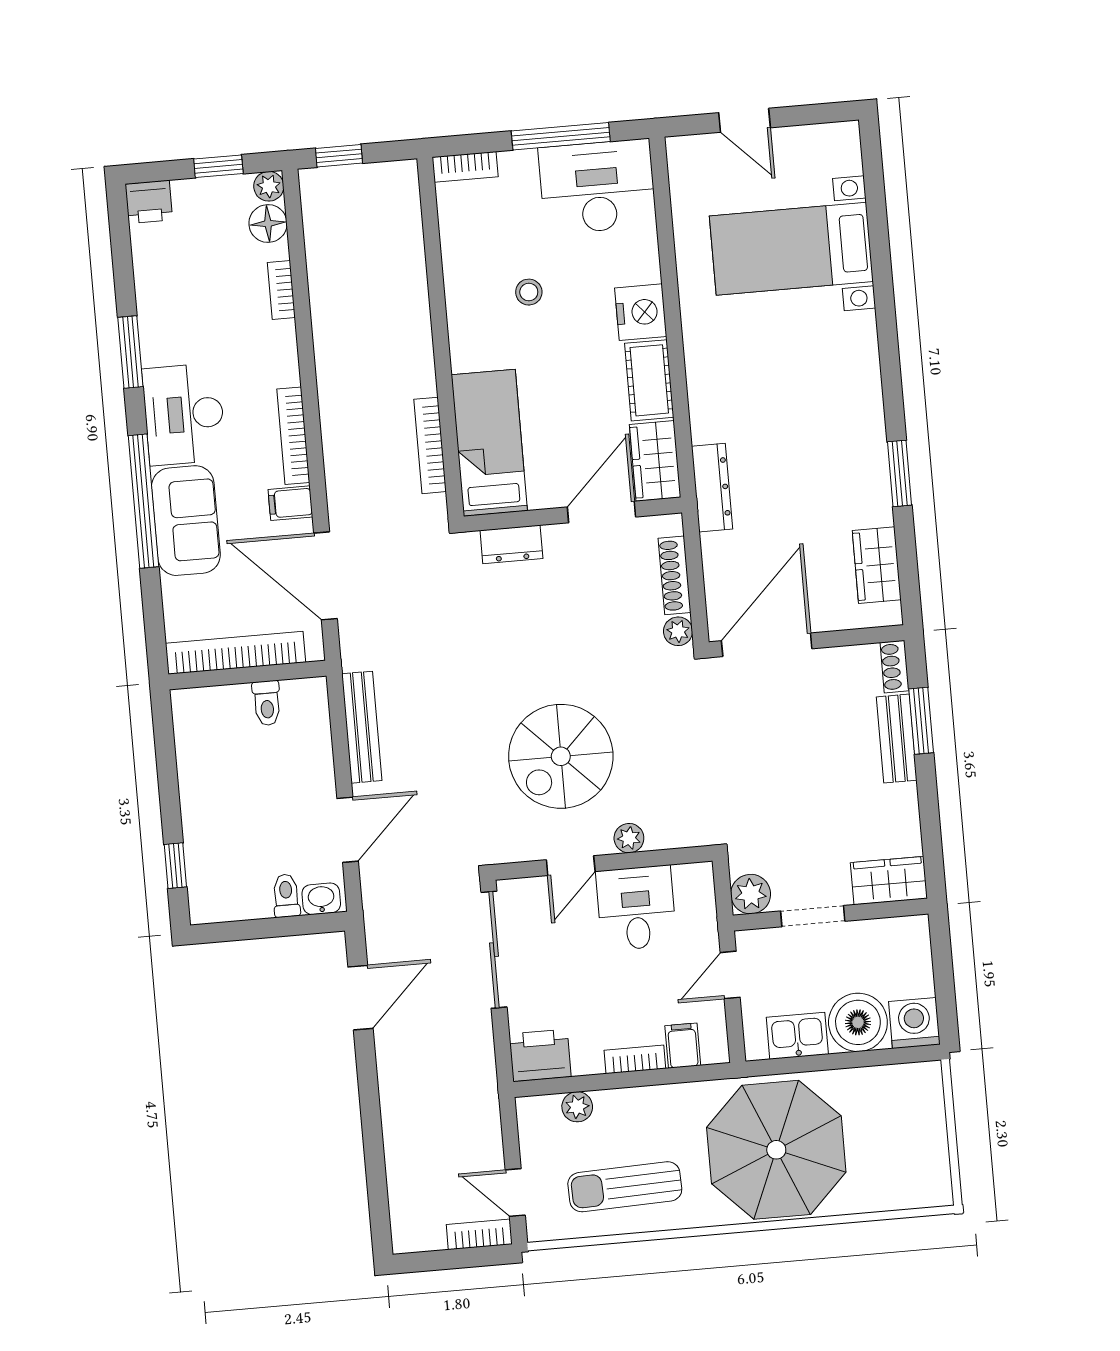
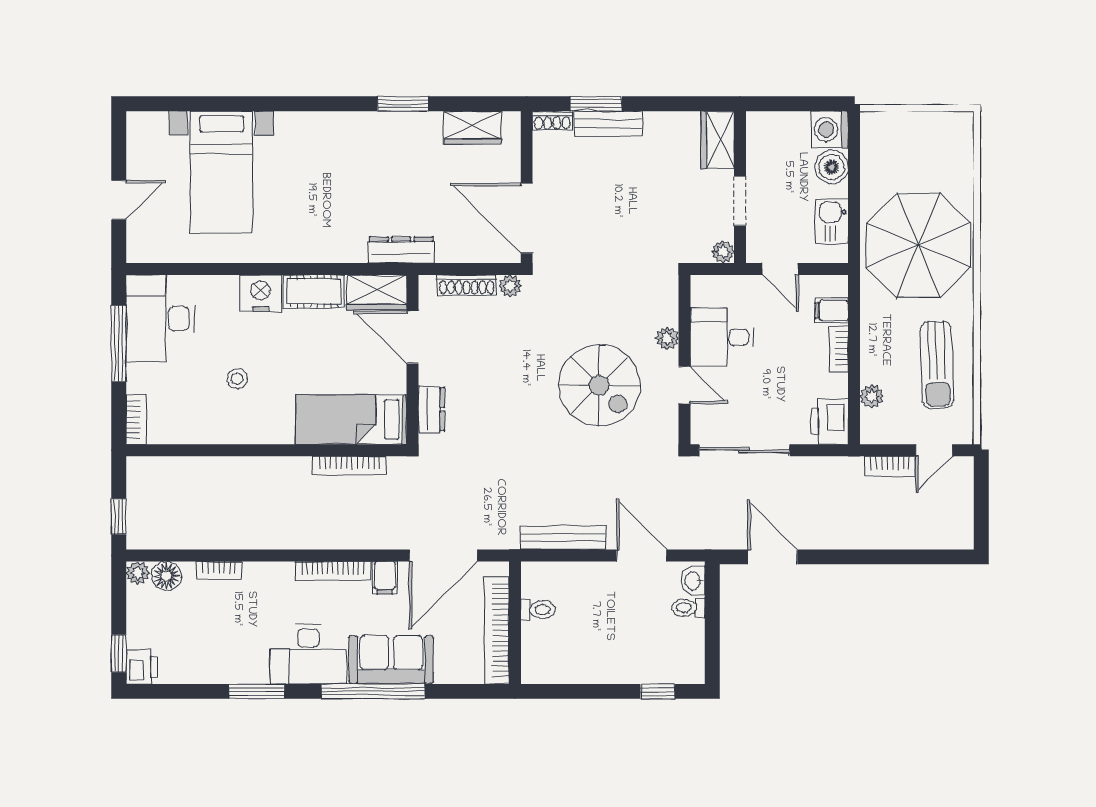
window: (218, 166) -> (119, 654), moved
plant: (751, 894) -> (723, 252), width x0.73, depth x0.73
boiler: (858, 1022) -> (832, 167), width x0.73, depth x0.73
bookcase: (479, 1234) -> (890, 466), moved, turned -90

